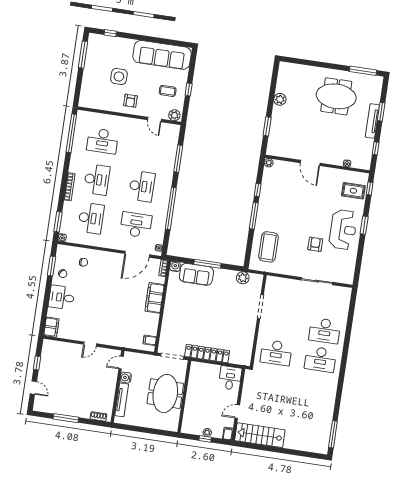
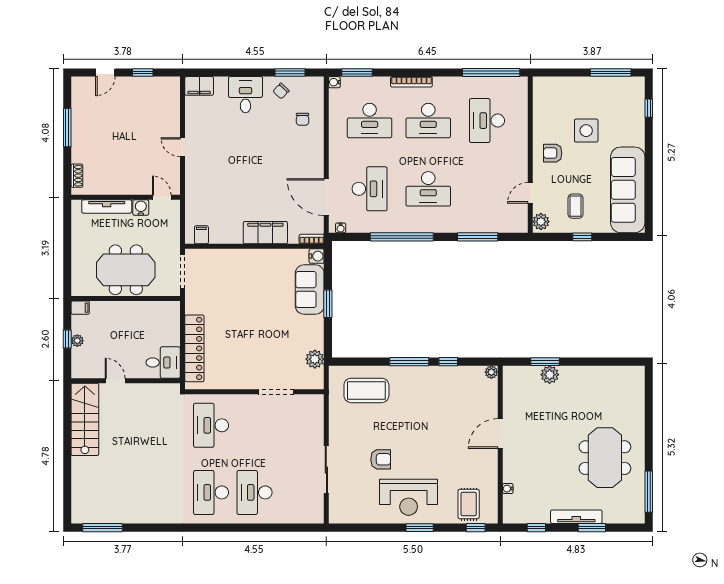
plant: (280, 99) -> (550, 375), moved
window: (208, 264) -> (328, 304), width x0.69
locker: (207, 354) -> (194, 348), moved
filing cabinet: (228, 434) -> (80, 308), moved

